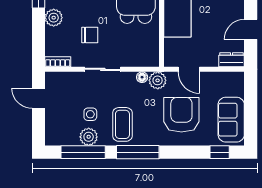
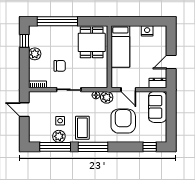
sofa: (231, 120) -> (158, 107), moved

